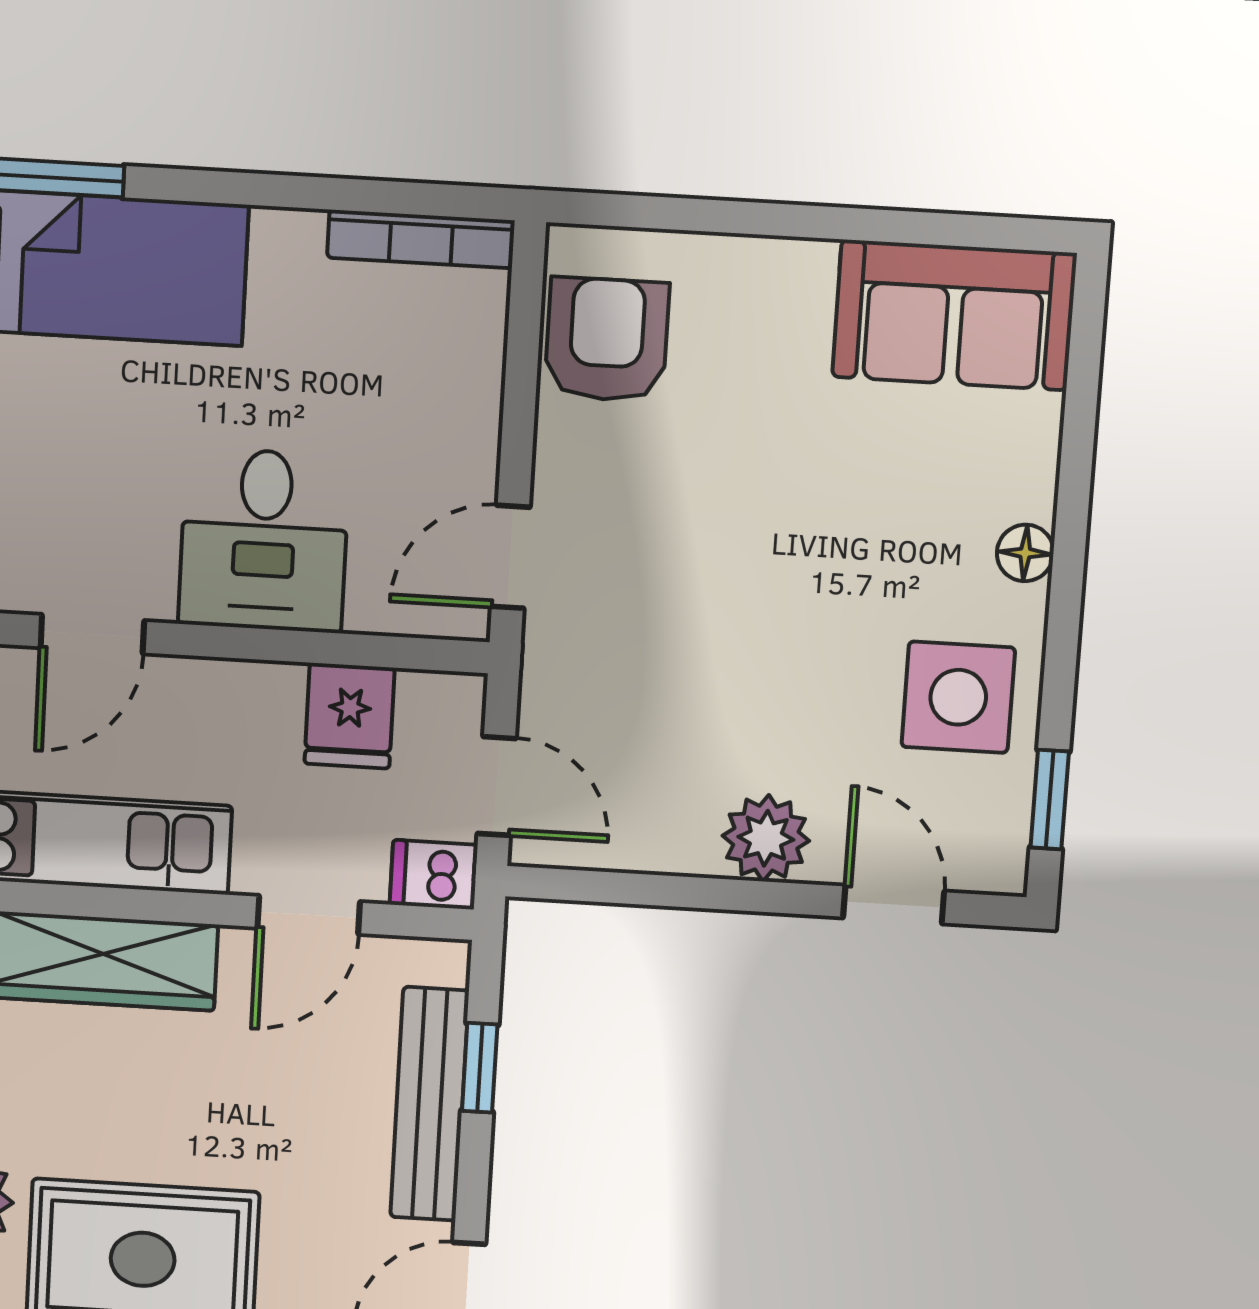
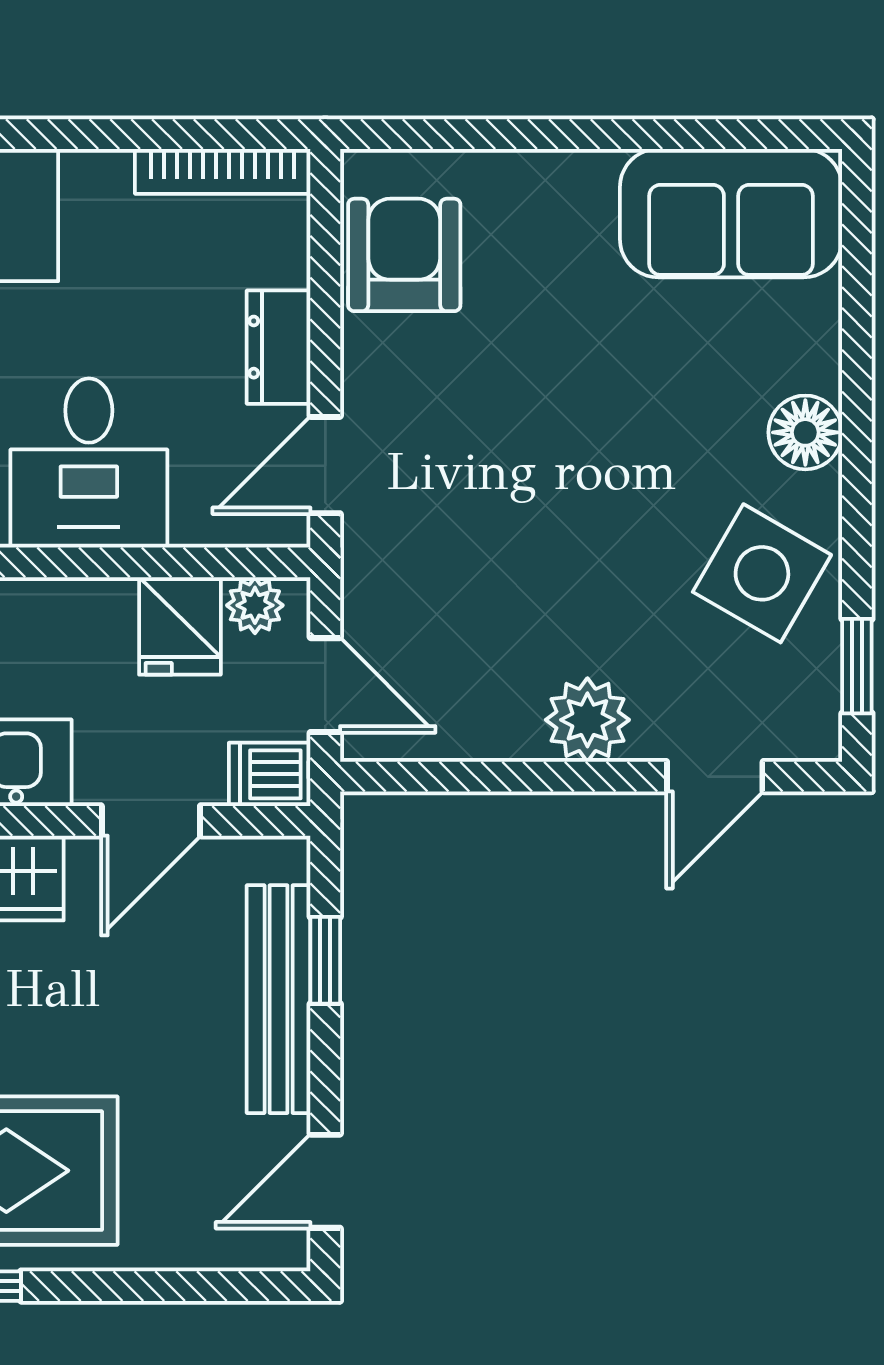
dresser: (469, 430) -> (279, 347), added
floor lamp: (1025, 553) -> (805, 432), width x1.37, depth x1.37
side table: (958, 697) -> (762, 573), turned 30
plant: (429, 699) -> (255, 605), added
door: (894, 905) -> (715, 777), swing flipped

